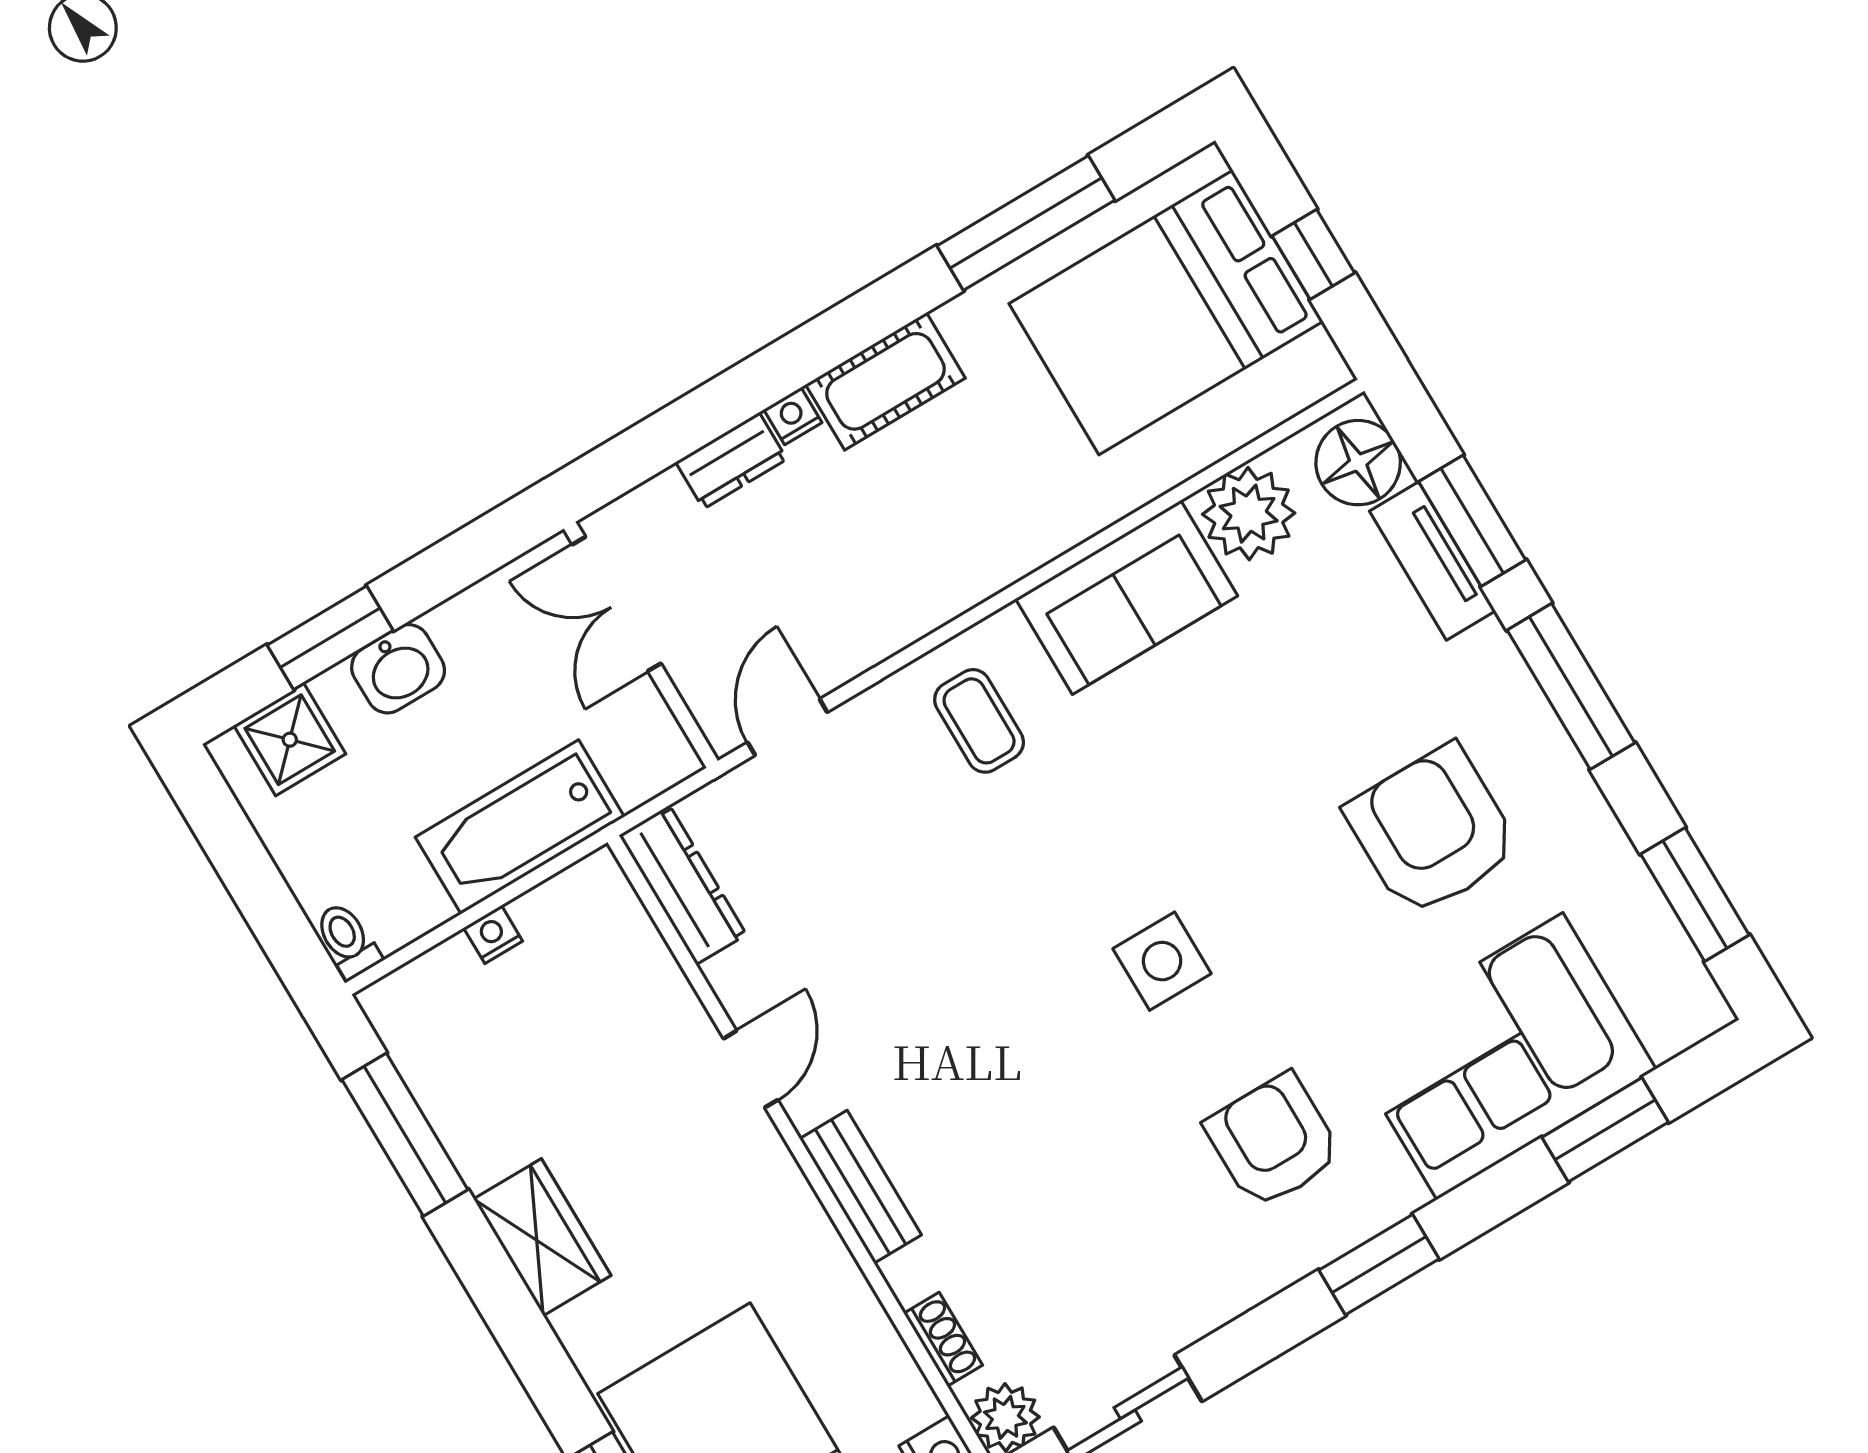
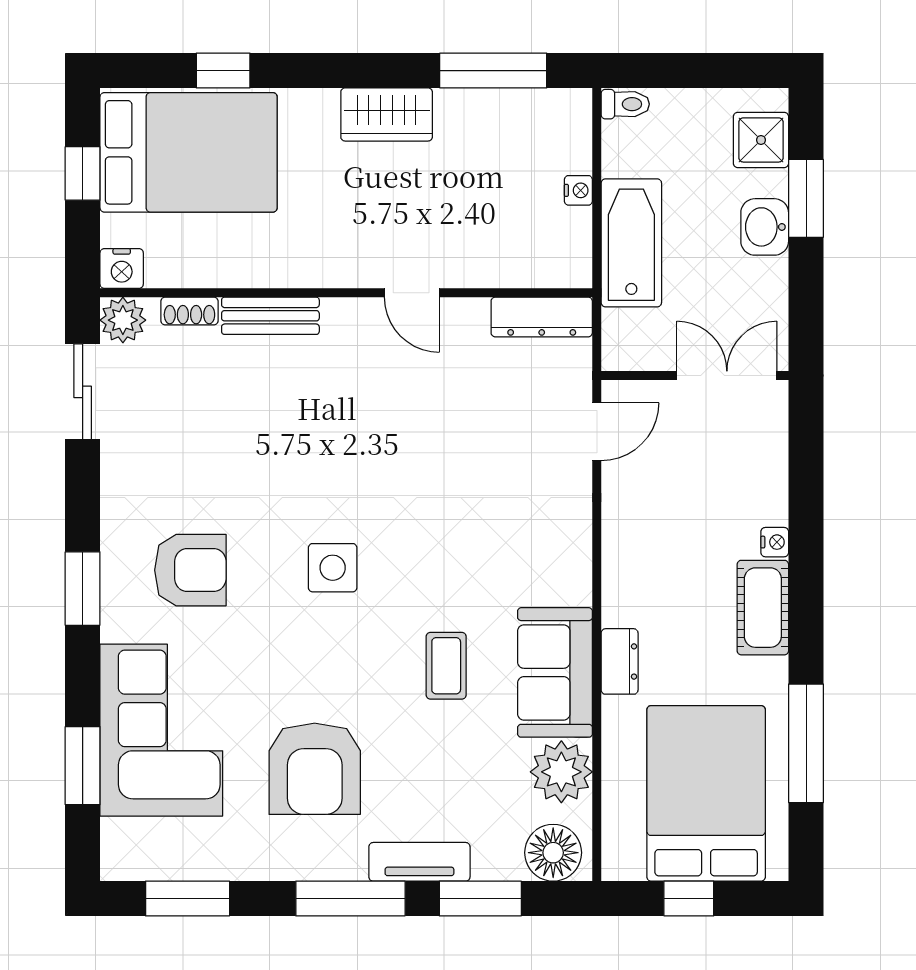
dresser: (731, 461) -> (620, 661), moved, turned 180
tv unit: (1433, 561) -> (419, 862), moved
coffee table: (979, 721) -> (446, 666), moved, turned 90
door: (787, 727) -> (597, 432), hinge flipped
armchair: (1432, 831) -> (315, 769), turned 90
bench: (861, 1187) -> (270, 316), moved

